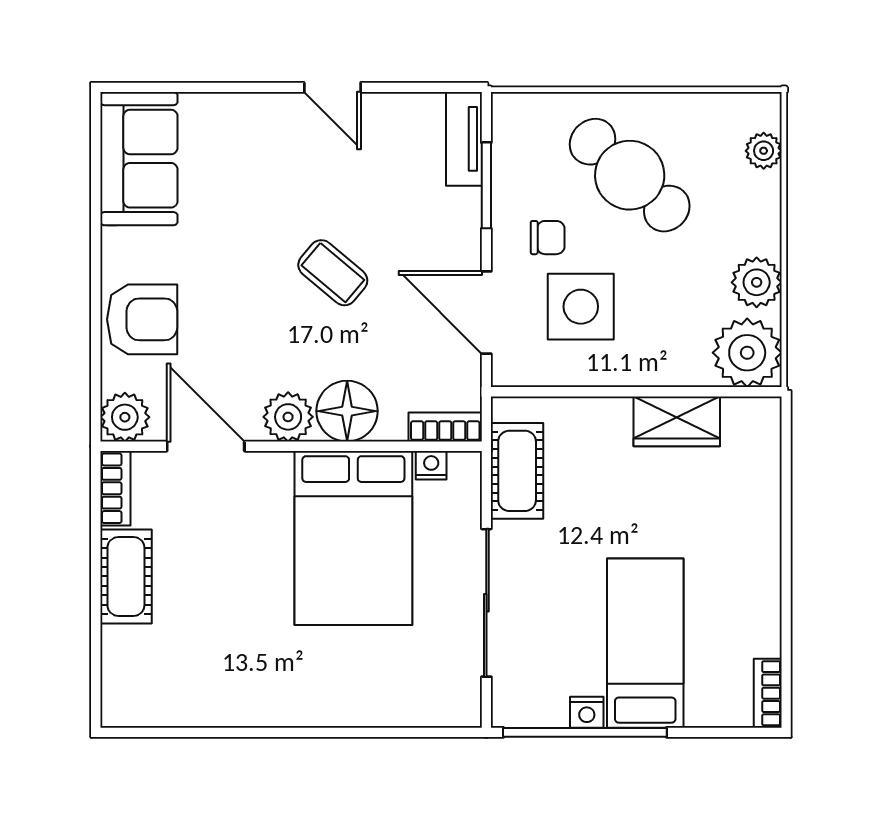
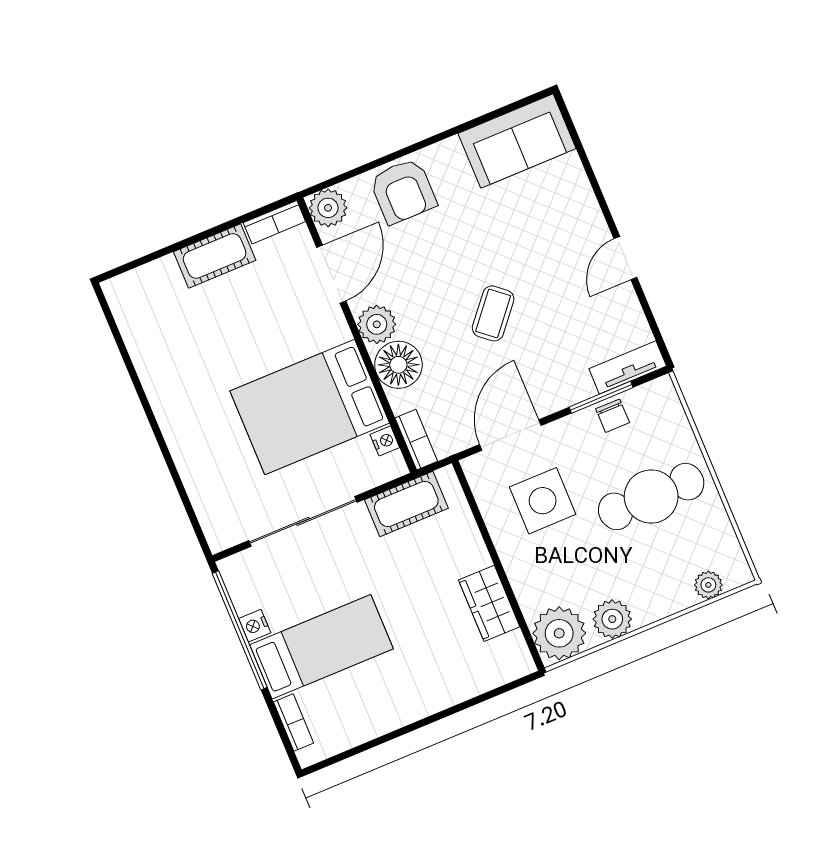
cafe table: (630, 175) -> (651, 497), turned 48
chair: (548, 238) -> (613, 416), moved
bookcase: (768, 693) -> (293, 722), moved, turned 90

